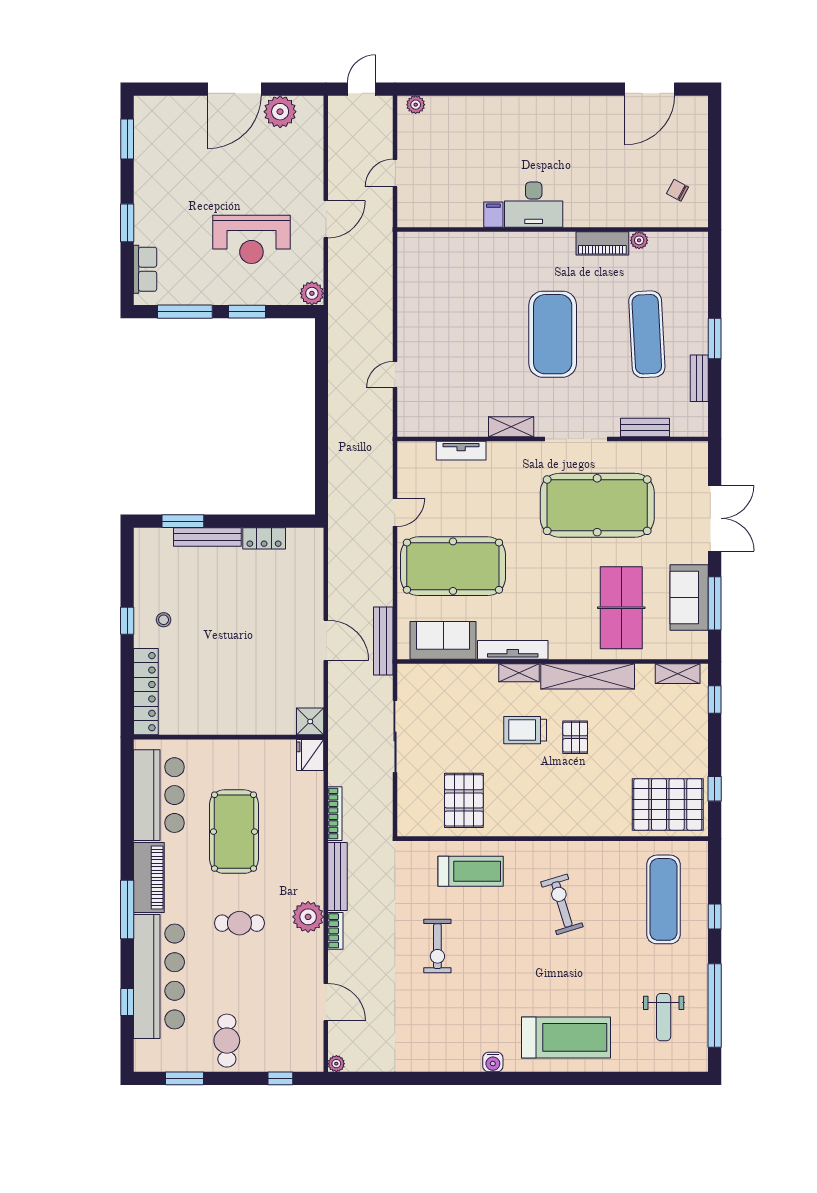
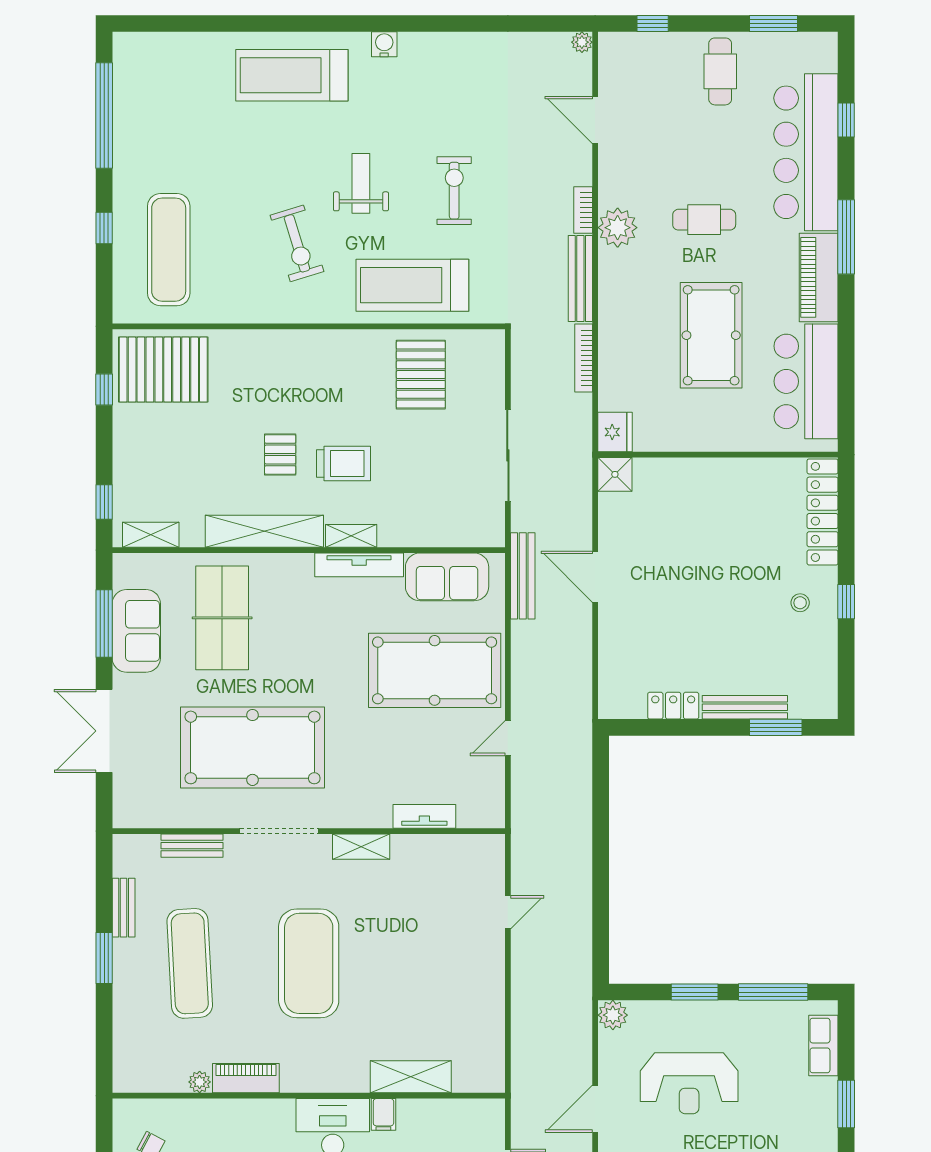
reception desk: (251, 239) -> (689, 1083), turned 180
shelving: (472, 244) -> (411, 1077), added
treadmill: (471, 871) -> (412, 285), width x1.37, depth x1.38
weight bench: (664, 1017) -> (361, 183), moved

